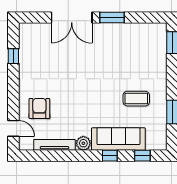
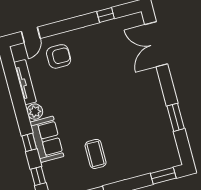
double door: (72, 17) -> (156, 44), moved
window: (112, 17) -> (176, 117), moved
sofa: (118, 139) -> (47, 139), width x0.73

